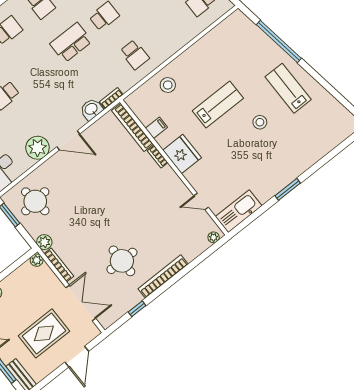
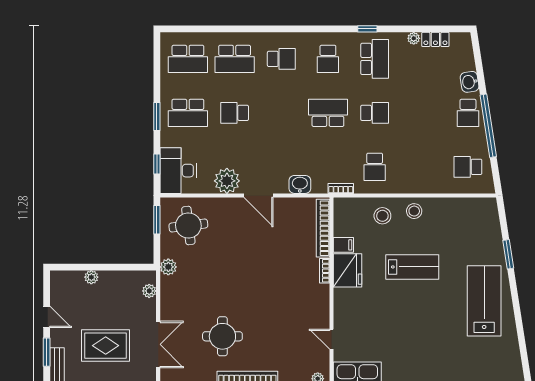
window: (279, 41) -> (508, 254), width x0.47
lab bench: (288, 88) -> (484, 301), width x1.36, depth x1.39
bookcase: (111, 98) -> (341, 188), moved
stool: (260, 122) -> (414, 211), moved
fridge: (182, 154) -> (348, 270), moved
plant: (37, 260) -> (149, 291), moved
bookcase: (59, 265) -> (165, 297), removed

